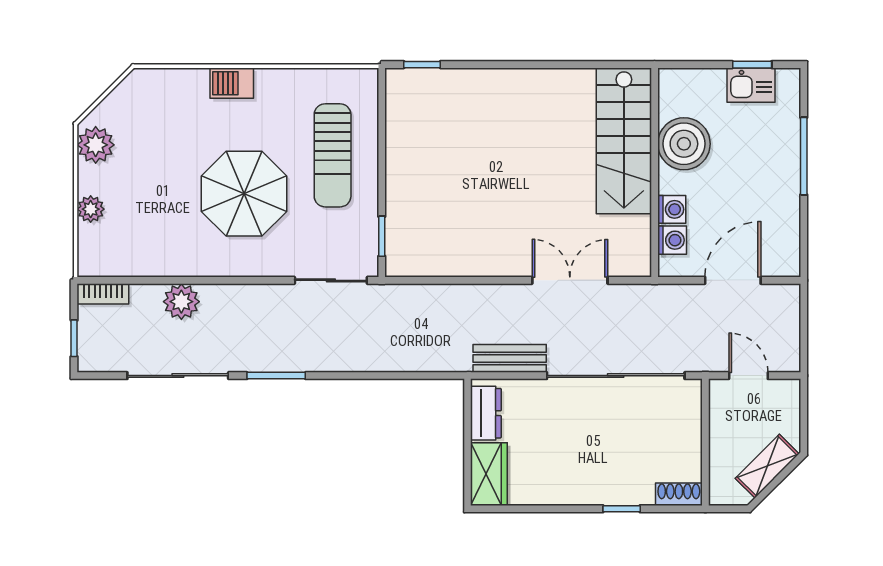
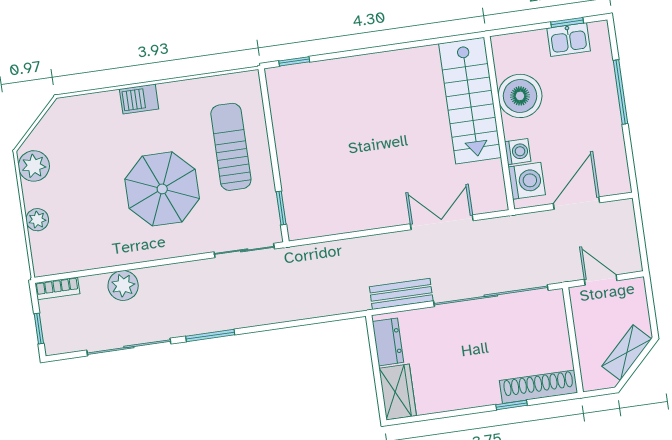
sun lounger: (333, 155) -> (231, 147), turned 180
washing machine: (672, 240) -> (527, 181), width x1.38, depth x1.38
shoe rack: (679, 494) -> (539, 387), width x1.94, depth x1.24

